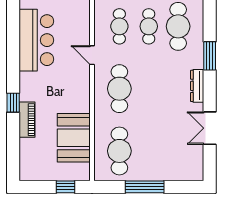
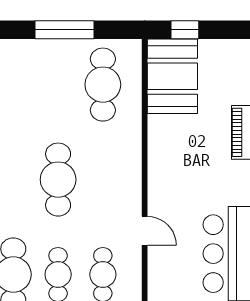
cafe table: (119, 89) -> (58, 180), moved
booth: (74, 138) -> (172, 76), moved

